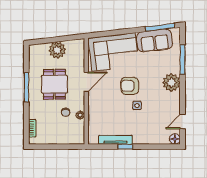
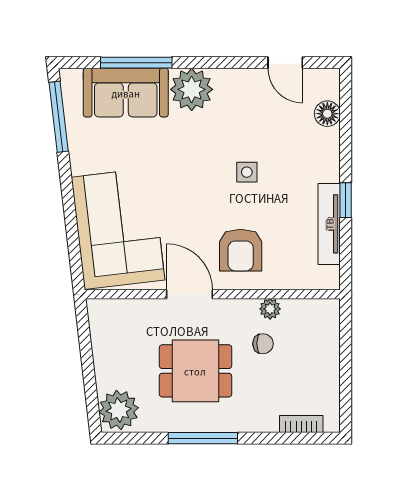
sofa: (155, 40) -> (126, 93), moved, turned 97
plant: (57, 50) -> (119, 410), moved
armchair: (130, 86) -> (241, 250), moved
floor lamp: (175, 139) -> (327, 114), moved

